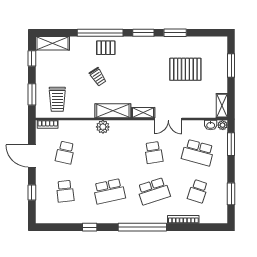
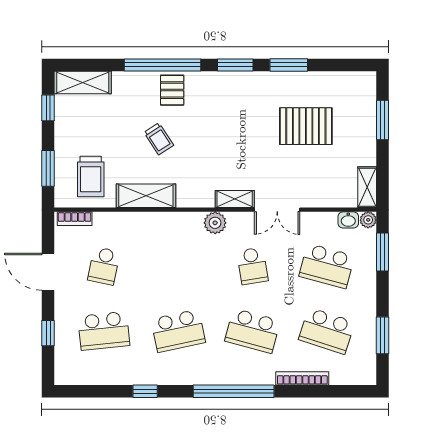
pallet: (106, 48) -> (172, 90), turned 90
shelving: (113, 111) -> (146, 196), moved
plant: (103, 127) -> (215, 223), moved
school desk: (65, 191) -> (104, 331), width x1.85
school desk: (154, 191) -> (252, 331), turned 33
school desk: (198, 191) -> (327, 331), width x1.85

